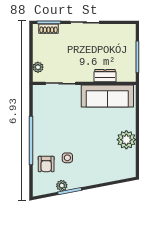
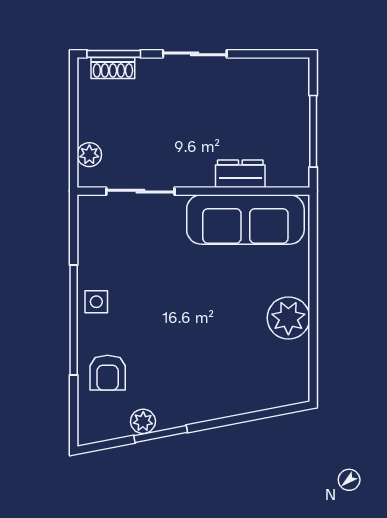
side table: (67, 158) -> (96, 302), moved

